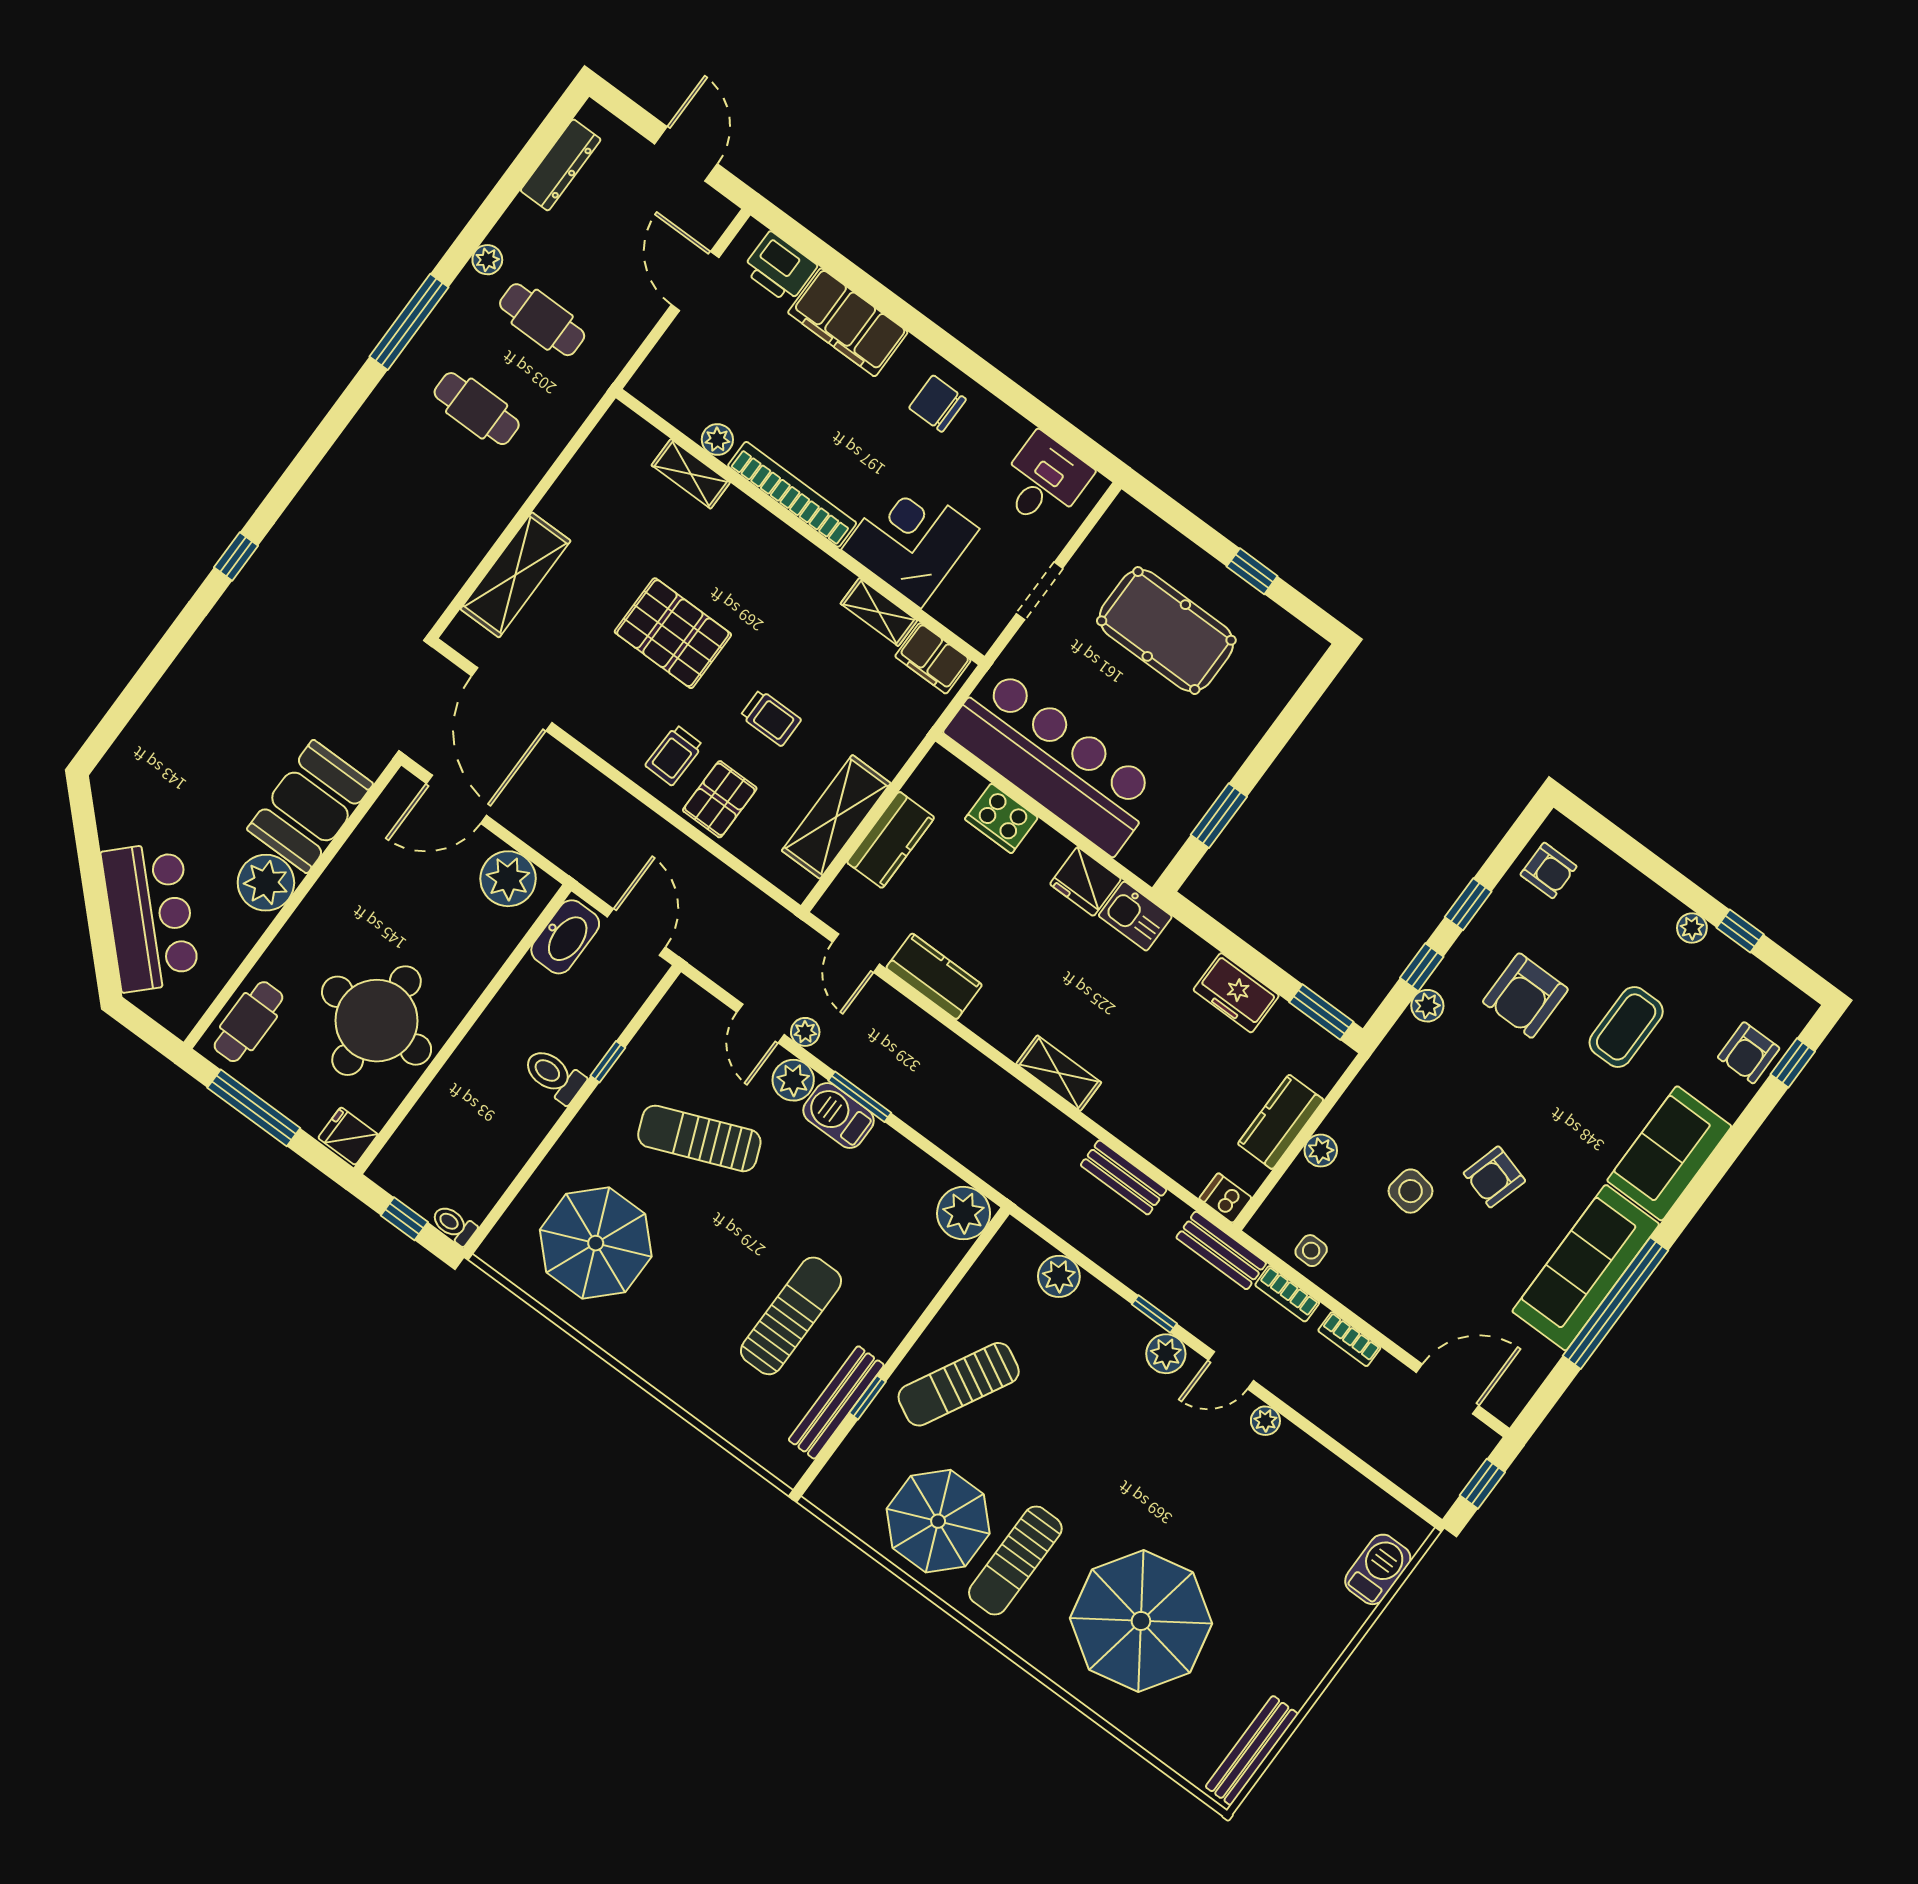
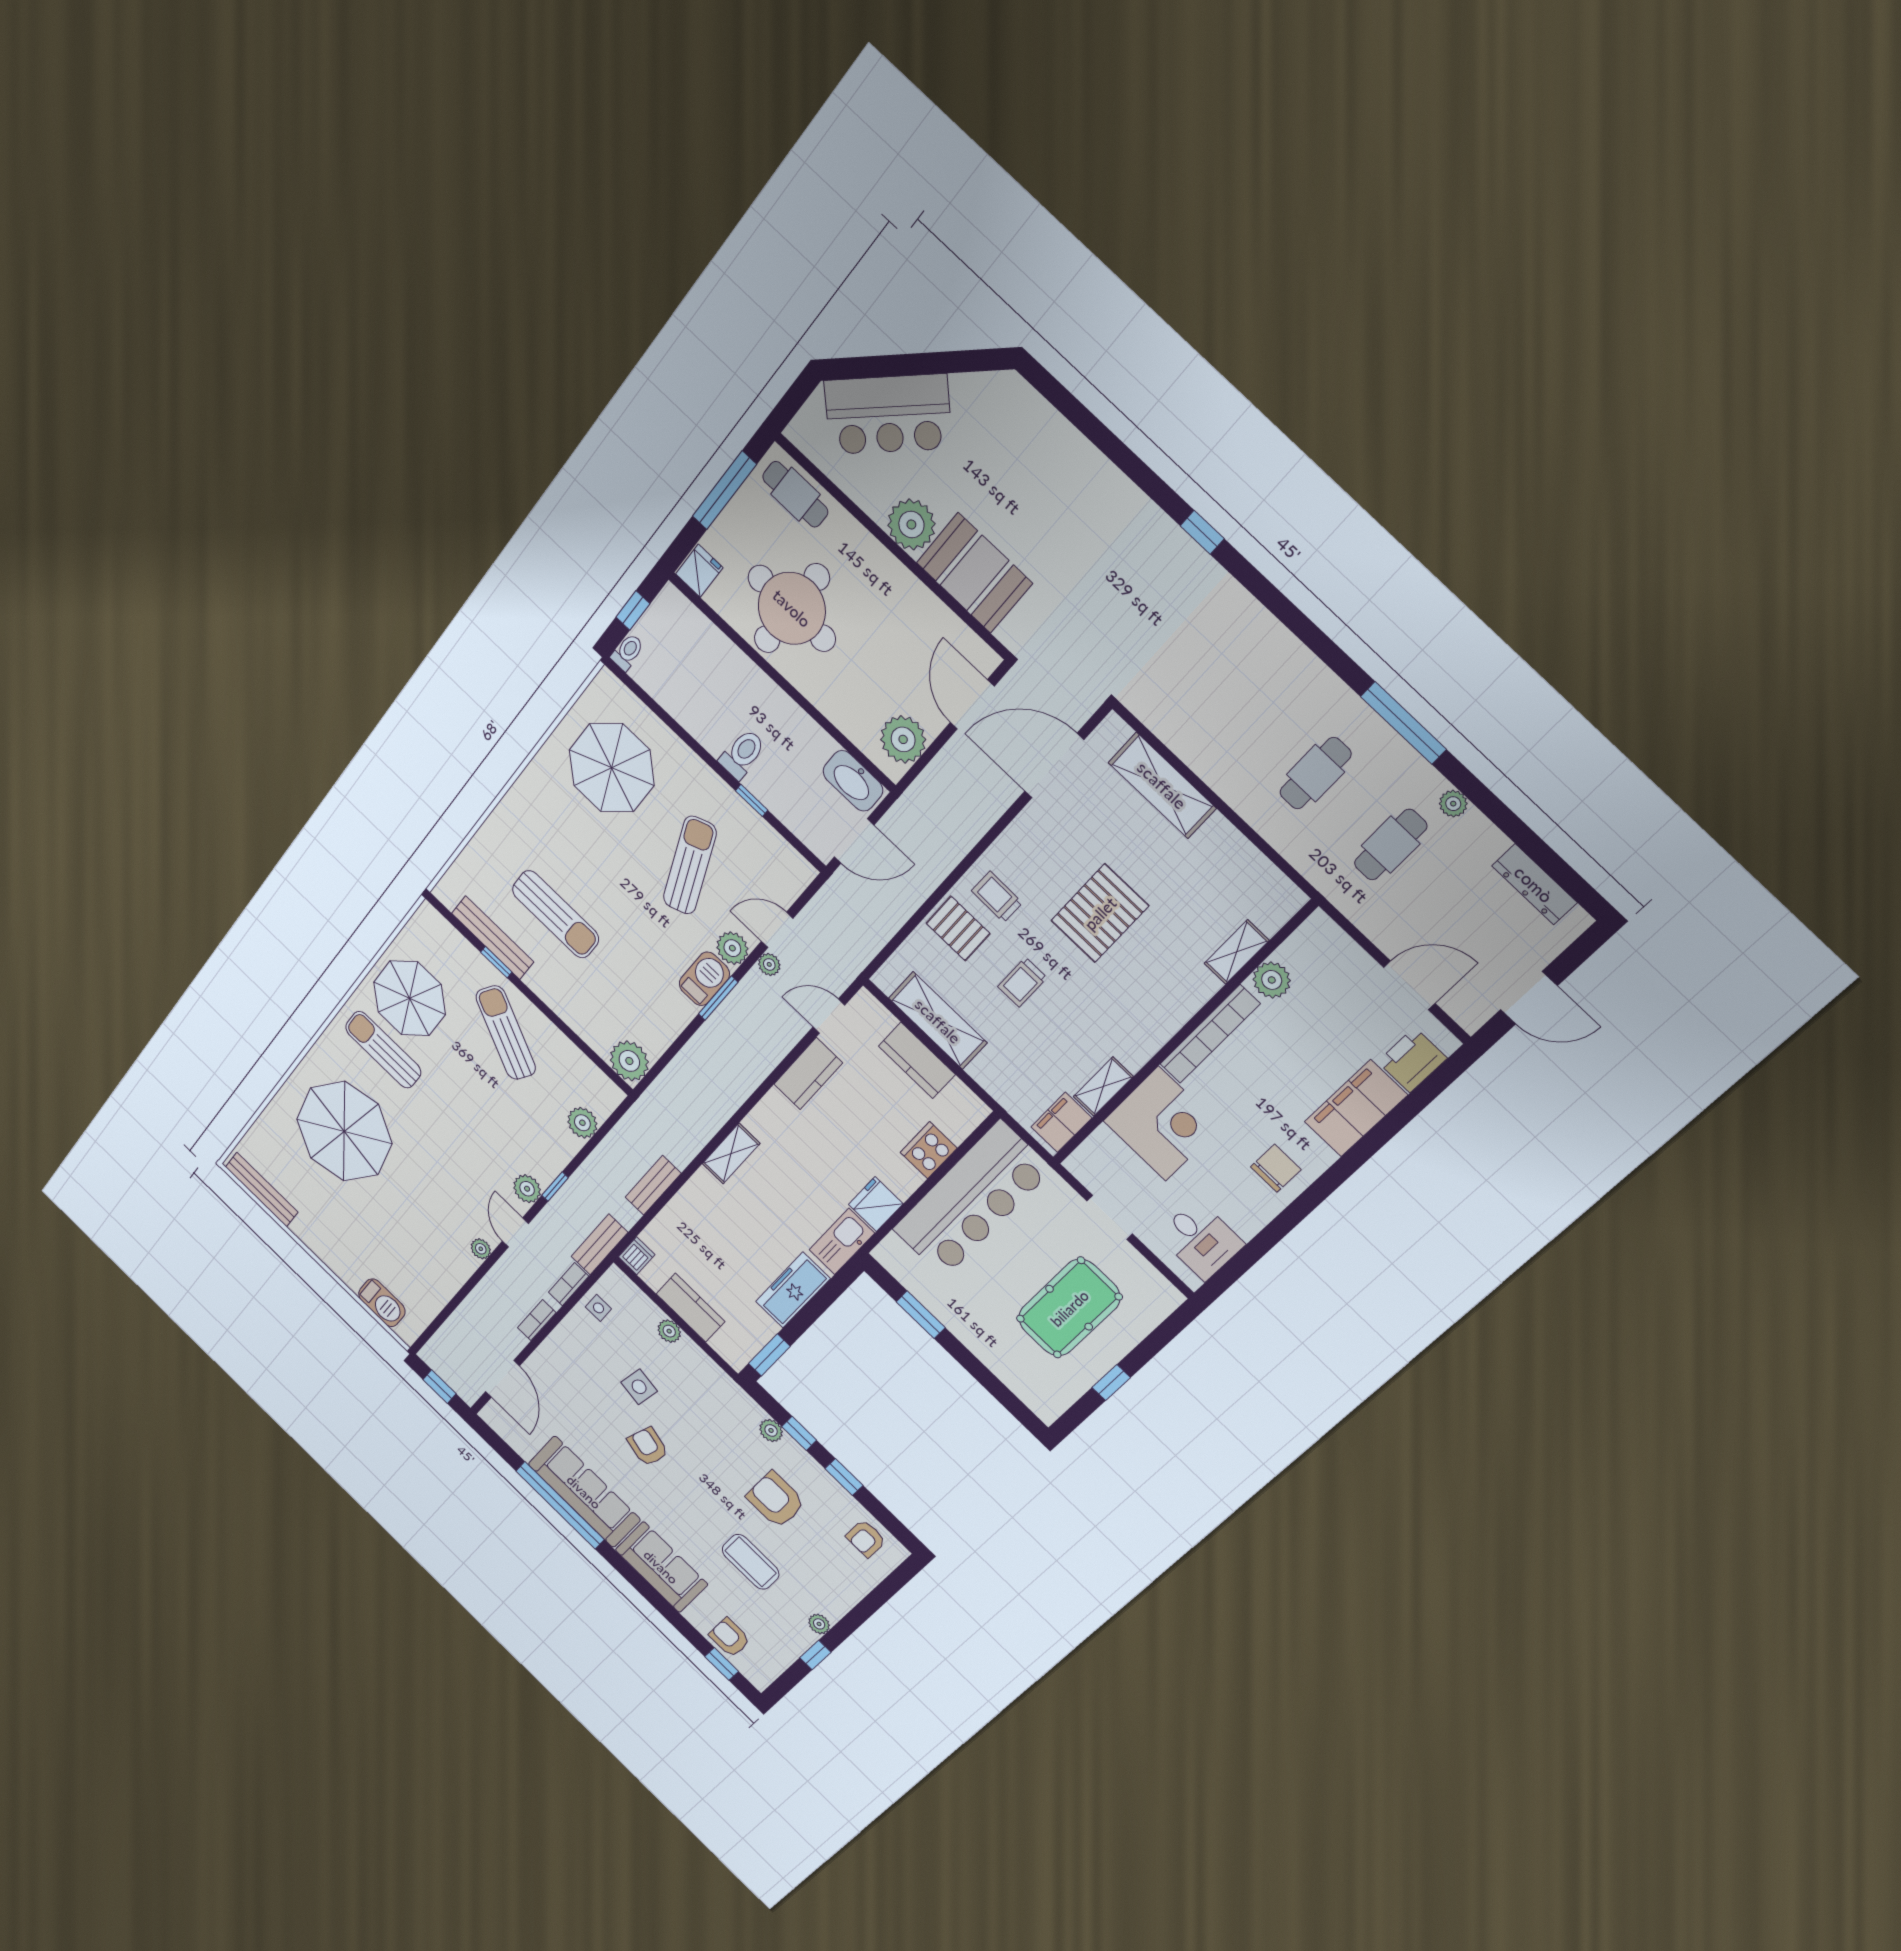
plant: (717, 440) -> (1272, 980), width x1.38, depth x1.38
kitchen sink: (1135, 916) -> (842, 1241), width x1.38
freezer: (1236, 993) -> (793, 1290), width x1.40

